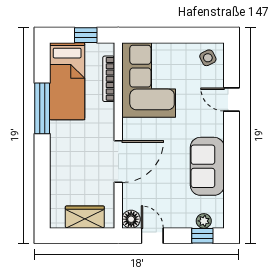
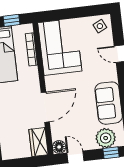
wardrobe: (85, 217) -> (39, 142), moved, turned -90
plant: (204, 221) -> (106, 138), width x1.88, depth x1.88

